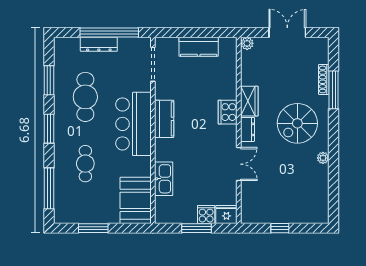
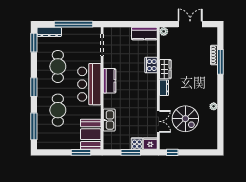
dresser: (99, 44) -> (49, 32), moved
kitchen counter: (199, 47) -> (144, 34), moved
window: (49, 80) -> (34, 43), moved
cooker: (228, 112) -> (151, 65), moved
spiral stairs: (297, 123) -> (185, 119), moved, turned -90
cafe table: (85, 164) -> (58, 110), width x1.37, depth x1.35
double door: (239, 164) -> (158, 121), moved
window: (93, 228) -> (81, 152), moved
window: (280, 228) -> (172, 152), moved

